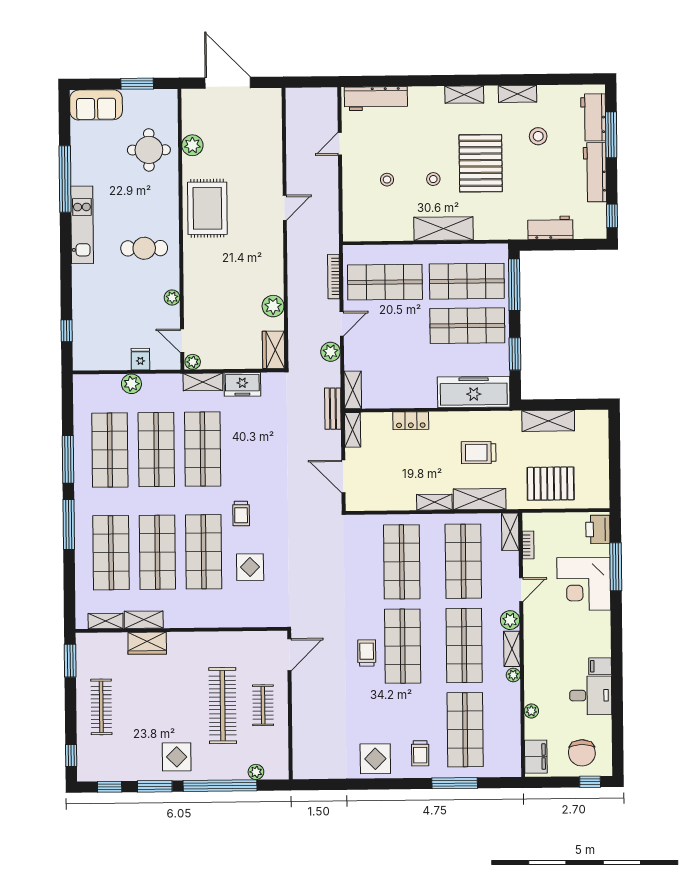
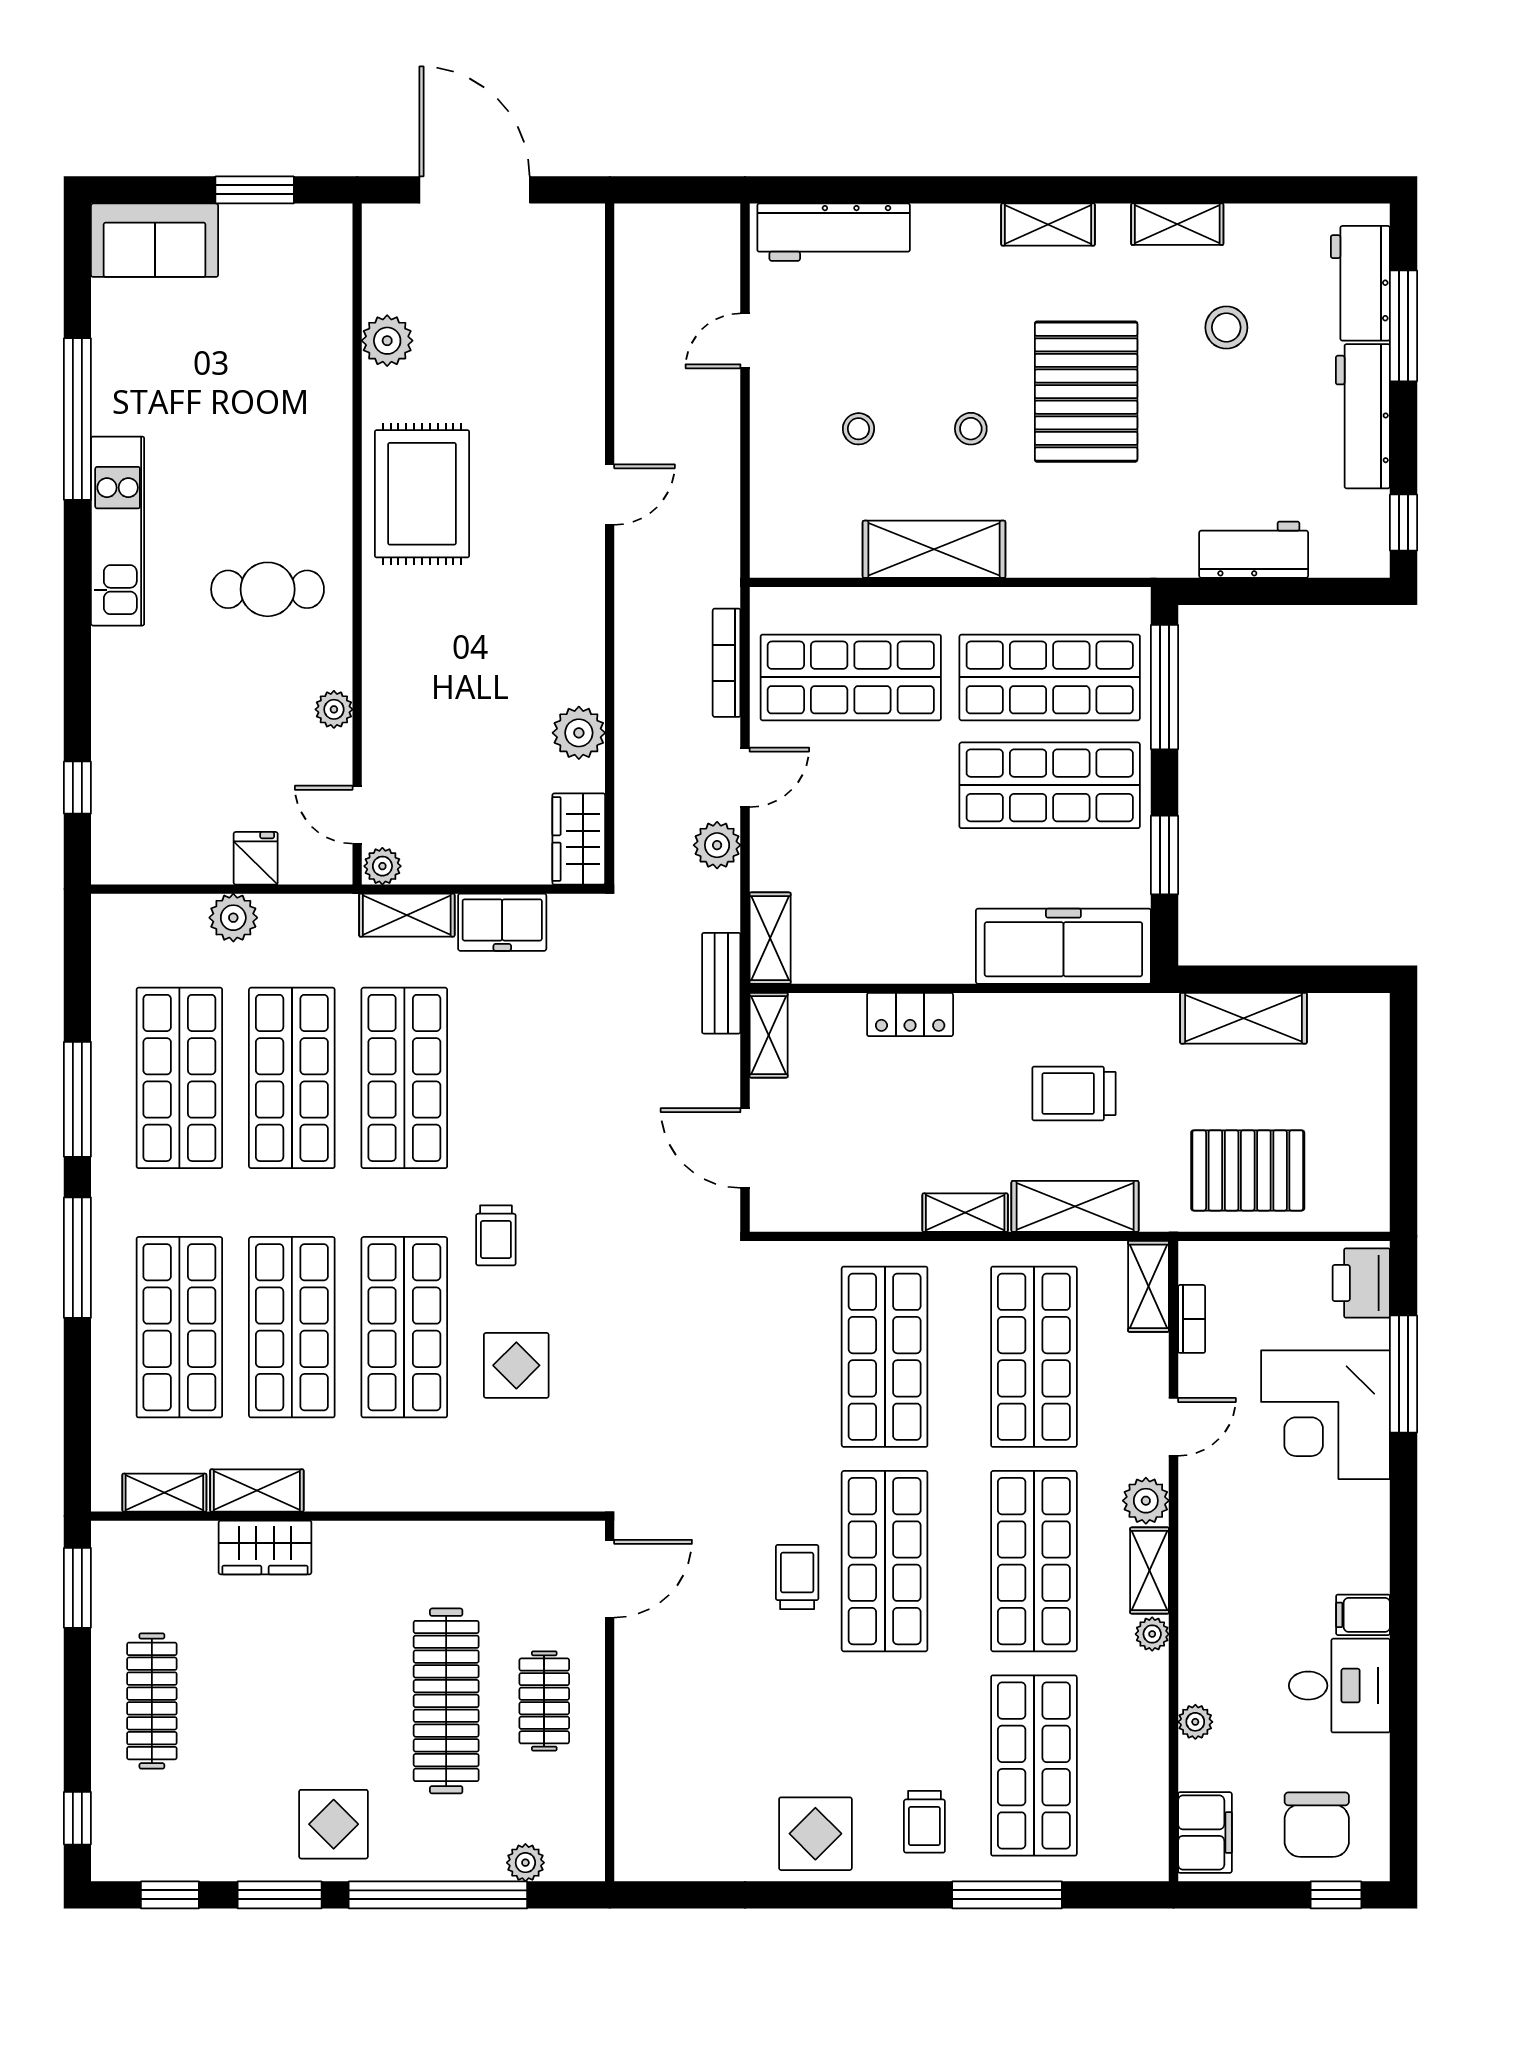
round table: (149, 150) -> (282, 351), removed
shelving: (444, 229) -> (934, 549), moved

